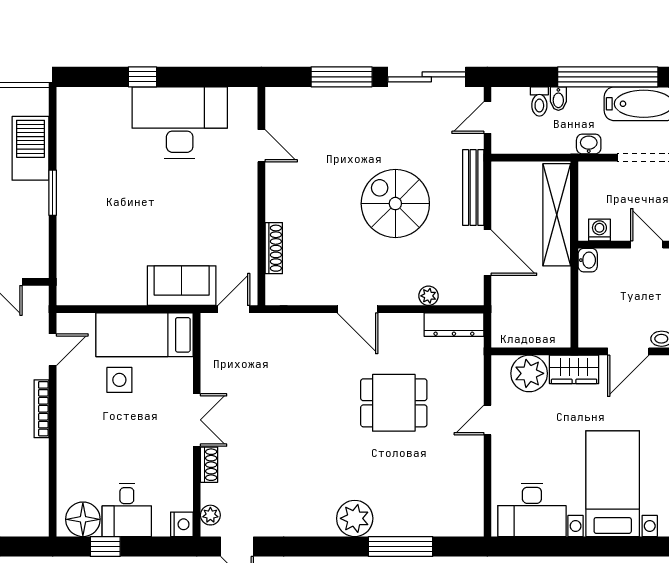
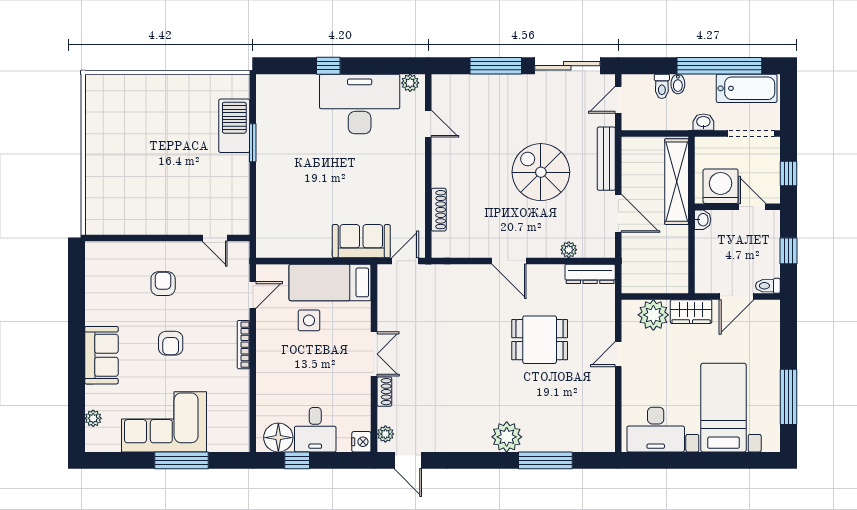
plant: (240, 97) -> (410, 83), added
window: (53, 193) -> (253, 143), moved
washing machine: (599, 230) -> (721, 186), width x1.89, depth x1.89

